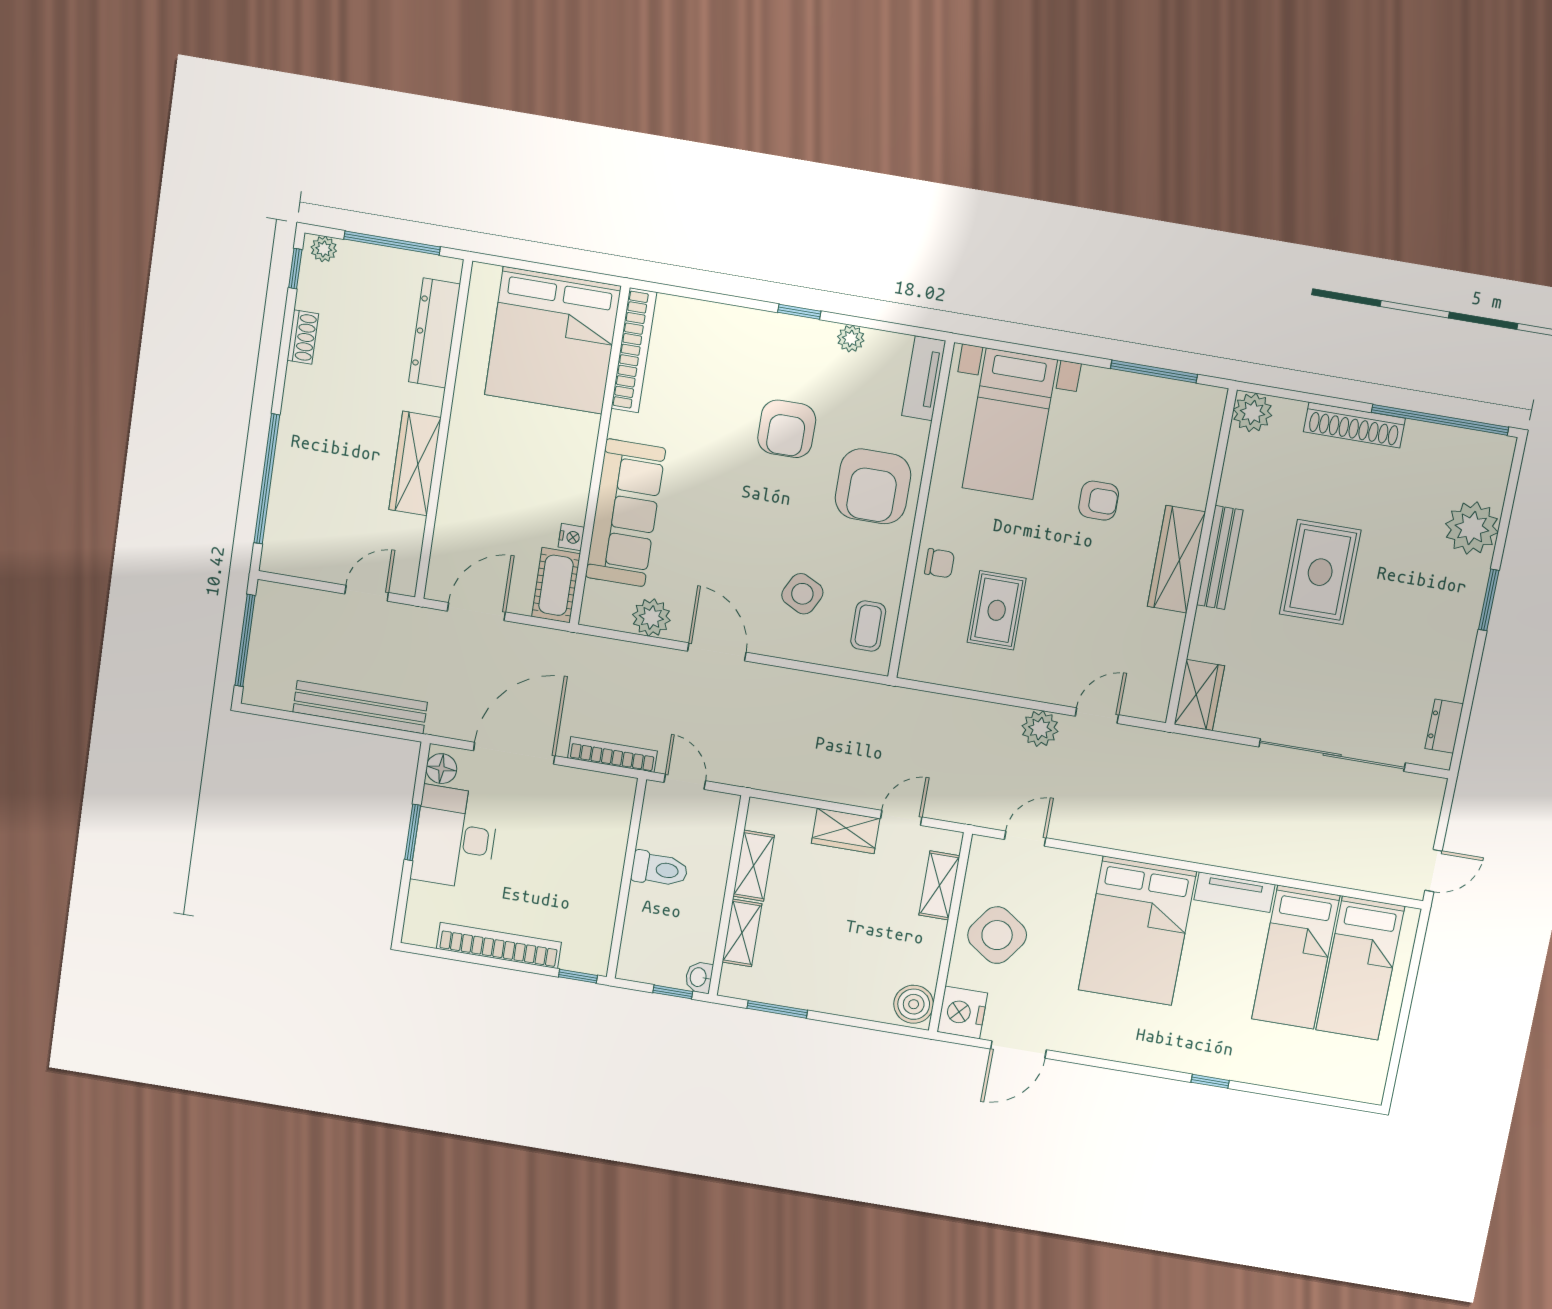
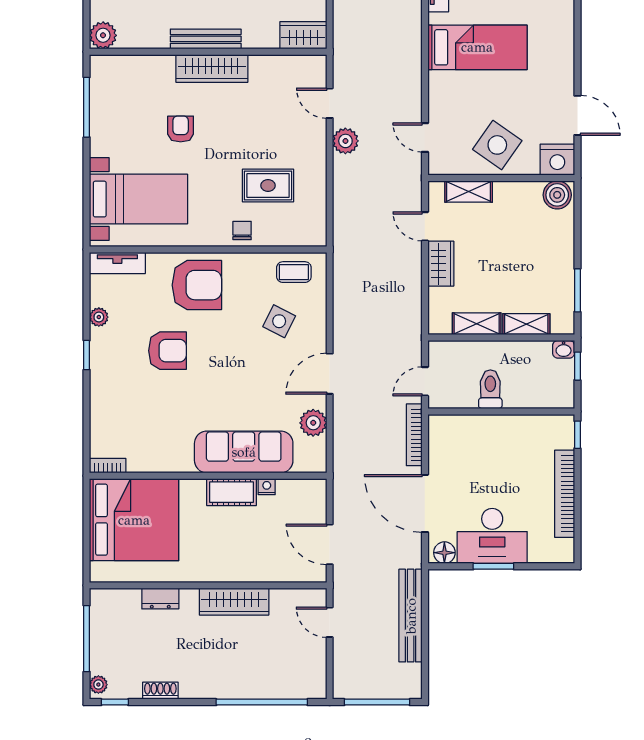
dresser: (434, 333) -> (160, 599), width x0.51, depth x0.80
bookcase: (634, 350) -> (108, 466), width x0.43, depth x0.76
cot: (556, 585) -> (231, 492), moved
bed: (1137, 931) -> (477, 47), width x0.67

